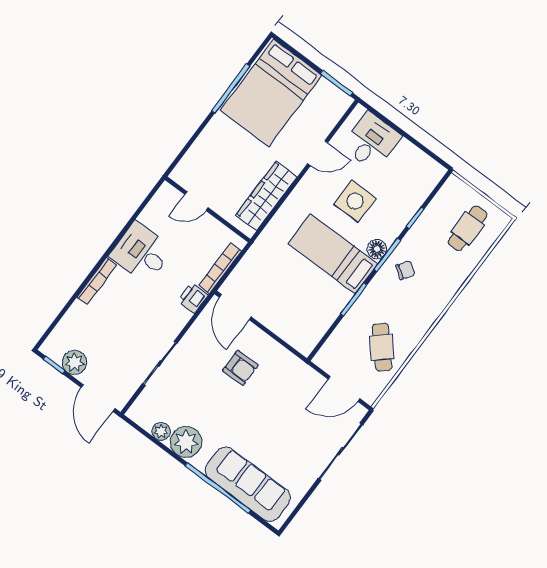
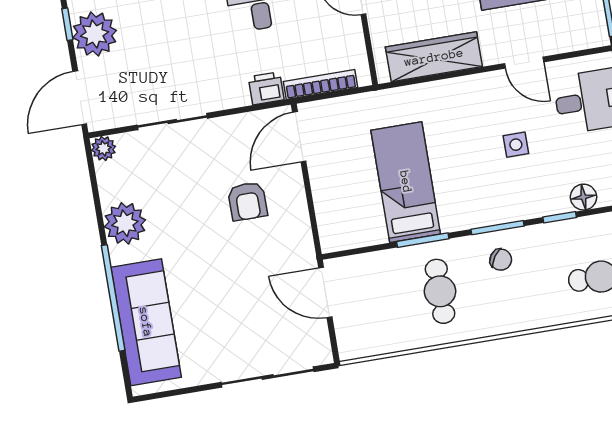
side table: (355, 201) -> (516, 145), width x0.54, depth x0.54
floor lamp: (377, 249) -> (583, 197), moved
bed: (333, 254) -> (406, 182), moved
cafe table: (382, 347) -> (440, 291), moved, turned -48
plant: (74, 362) -> (95, 34), width x1.36, depth x1.36
door: (344, 389) -> (325, 292), moved
plant: (161, 431) -> (104, 148), moved

